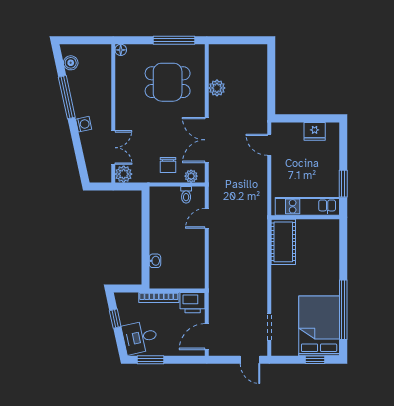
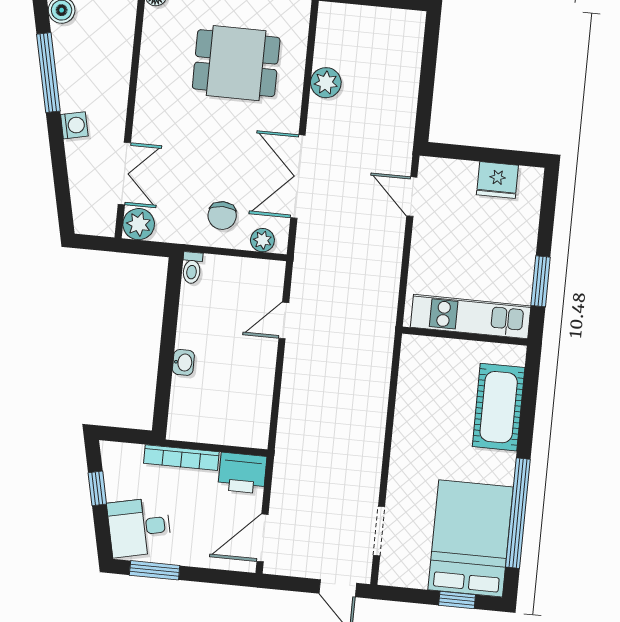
toilet: (186, 195) -> (192, 268), moved
cot: (283, 242) -> (499, 407), moved
washbasin: (155, 261) -> (183, 362), moved

